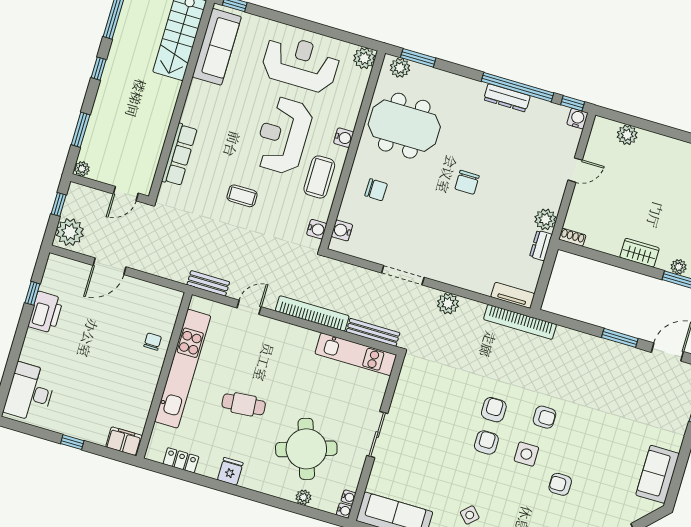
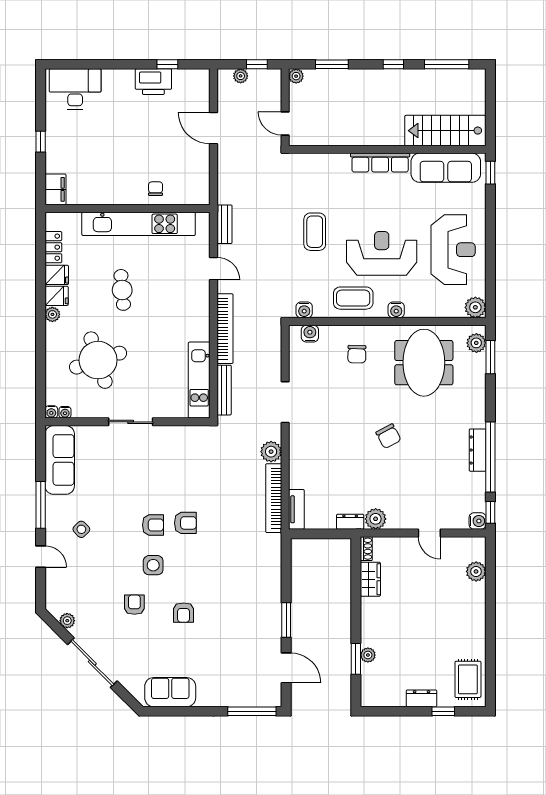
row of seats: (179, 155) -> (380, 163), moved
chair: (467, 182) -> (388, 436), turned -118
coffee table: (242, 196) -> (315, 232), width x1.36, depth x1.30
plant: (70, 232) -> (241, 76), width x0.53, depth x0.53
wardrobe: (639, 253) -> (370, 579), moved
bookcase: (520, 322) -> (274, 498), moved
chair: (153, 342) -> (156, 189), turned -90
armchair: (544, 417) -> (184, 613), moved
fridge: (210, 465) -> (57, 275), added
plant: (303, 497) -> (52, 314), moved

